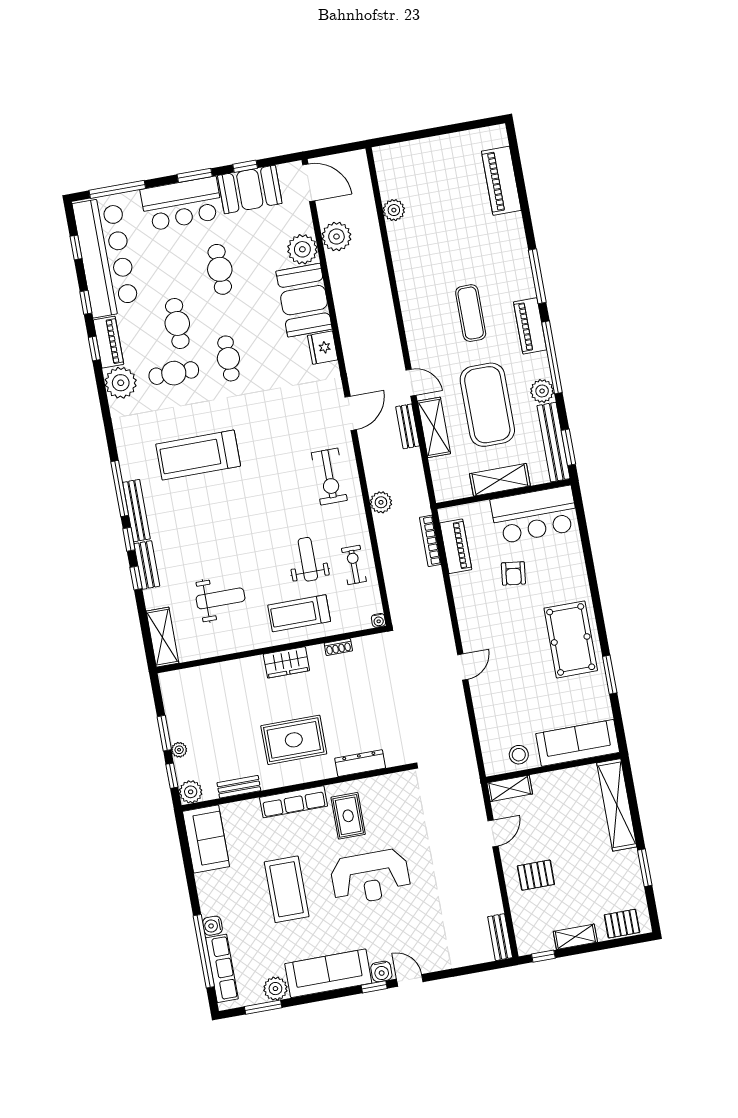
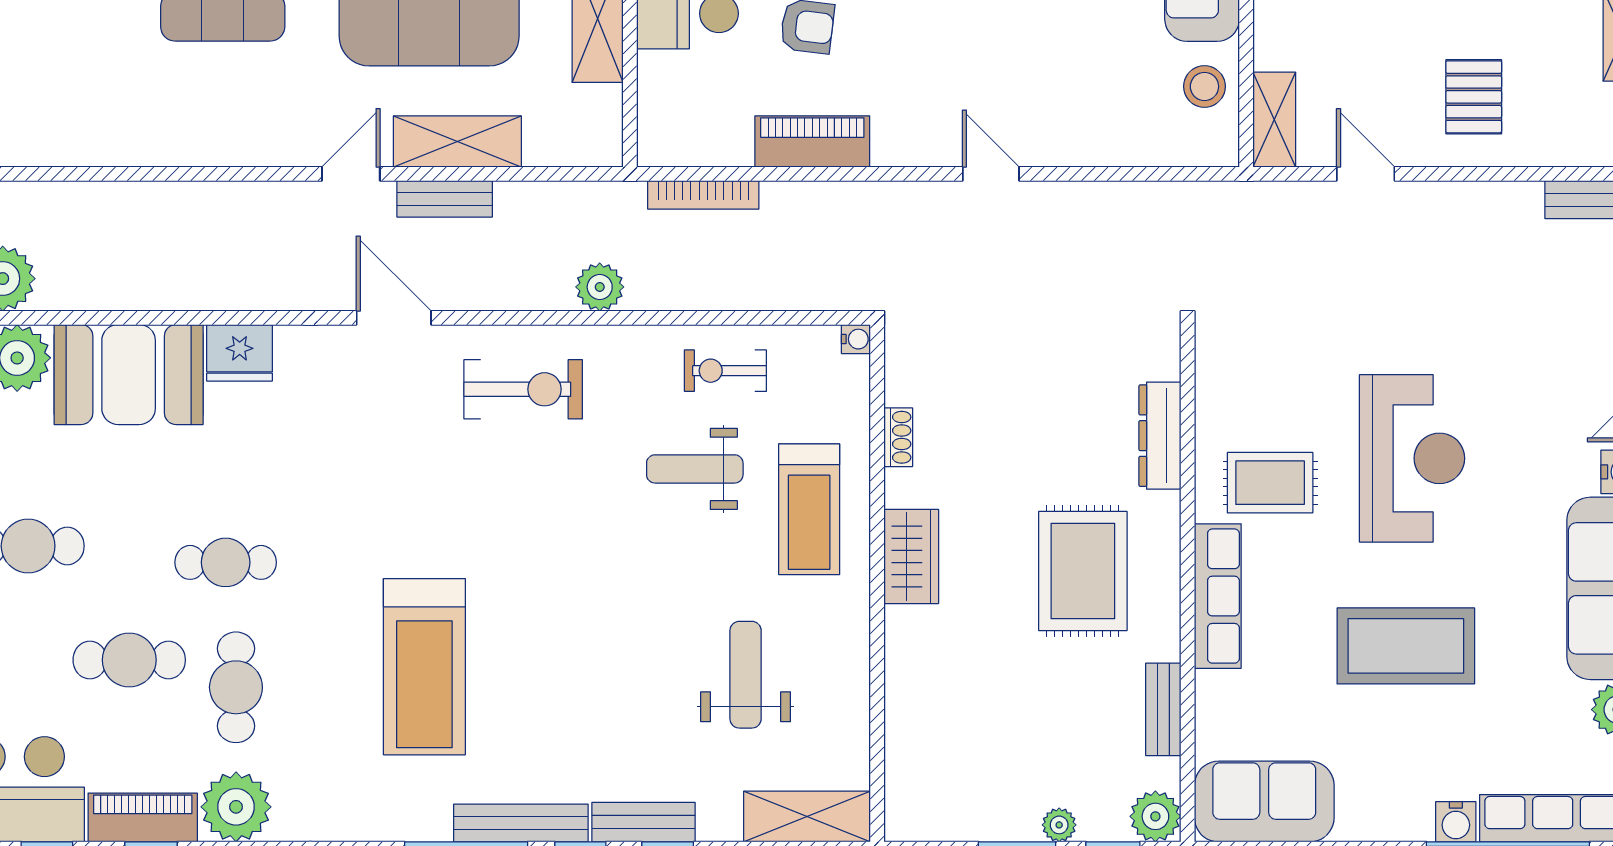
piano: (456, 546) -> (812, 141), moved

